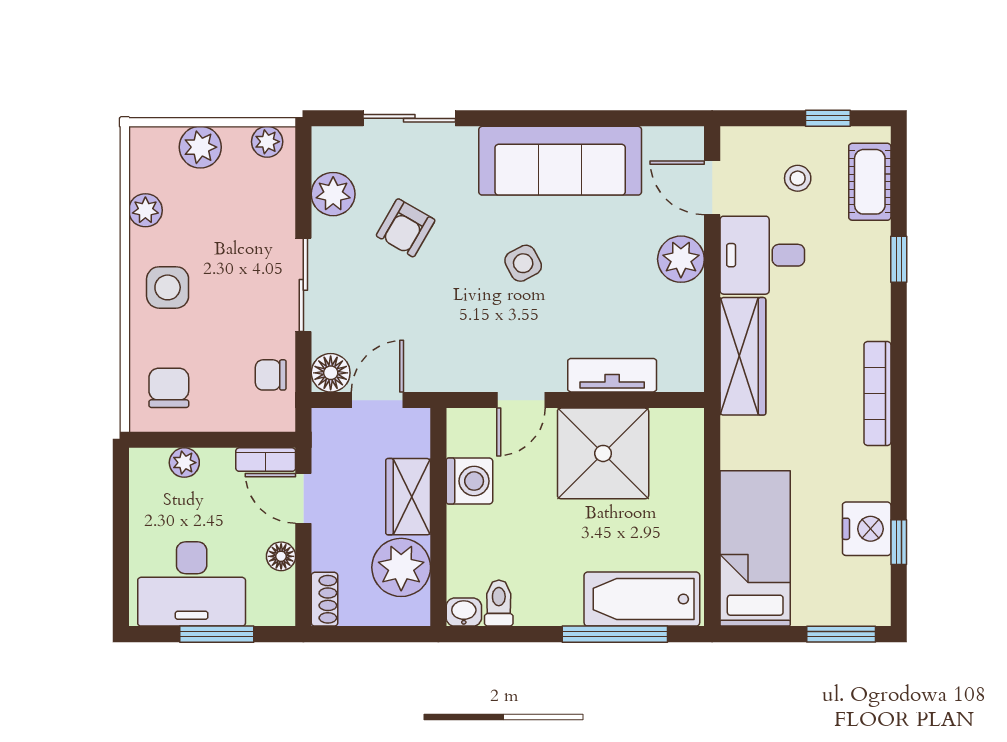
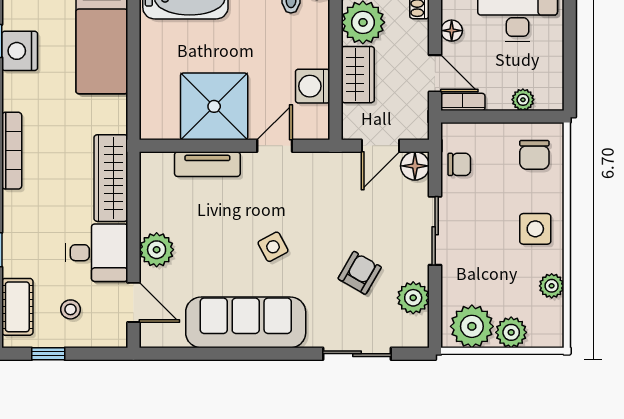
plant: (267, 142) -> (472, 326), width x1.88, depth x1.88

